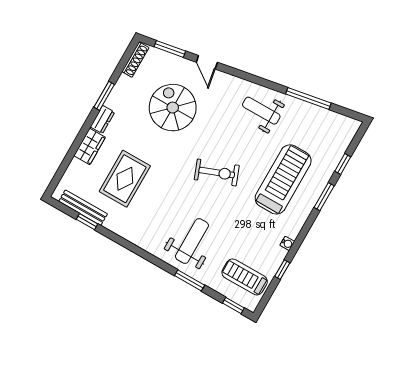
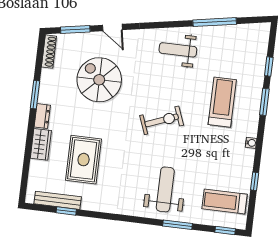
treadmill: (283, 179) -> (222, 102), width x0.73, depth x0.73
water cooler: (287, 243) -> (251, 143), moved

